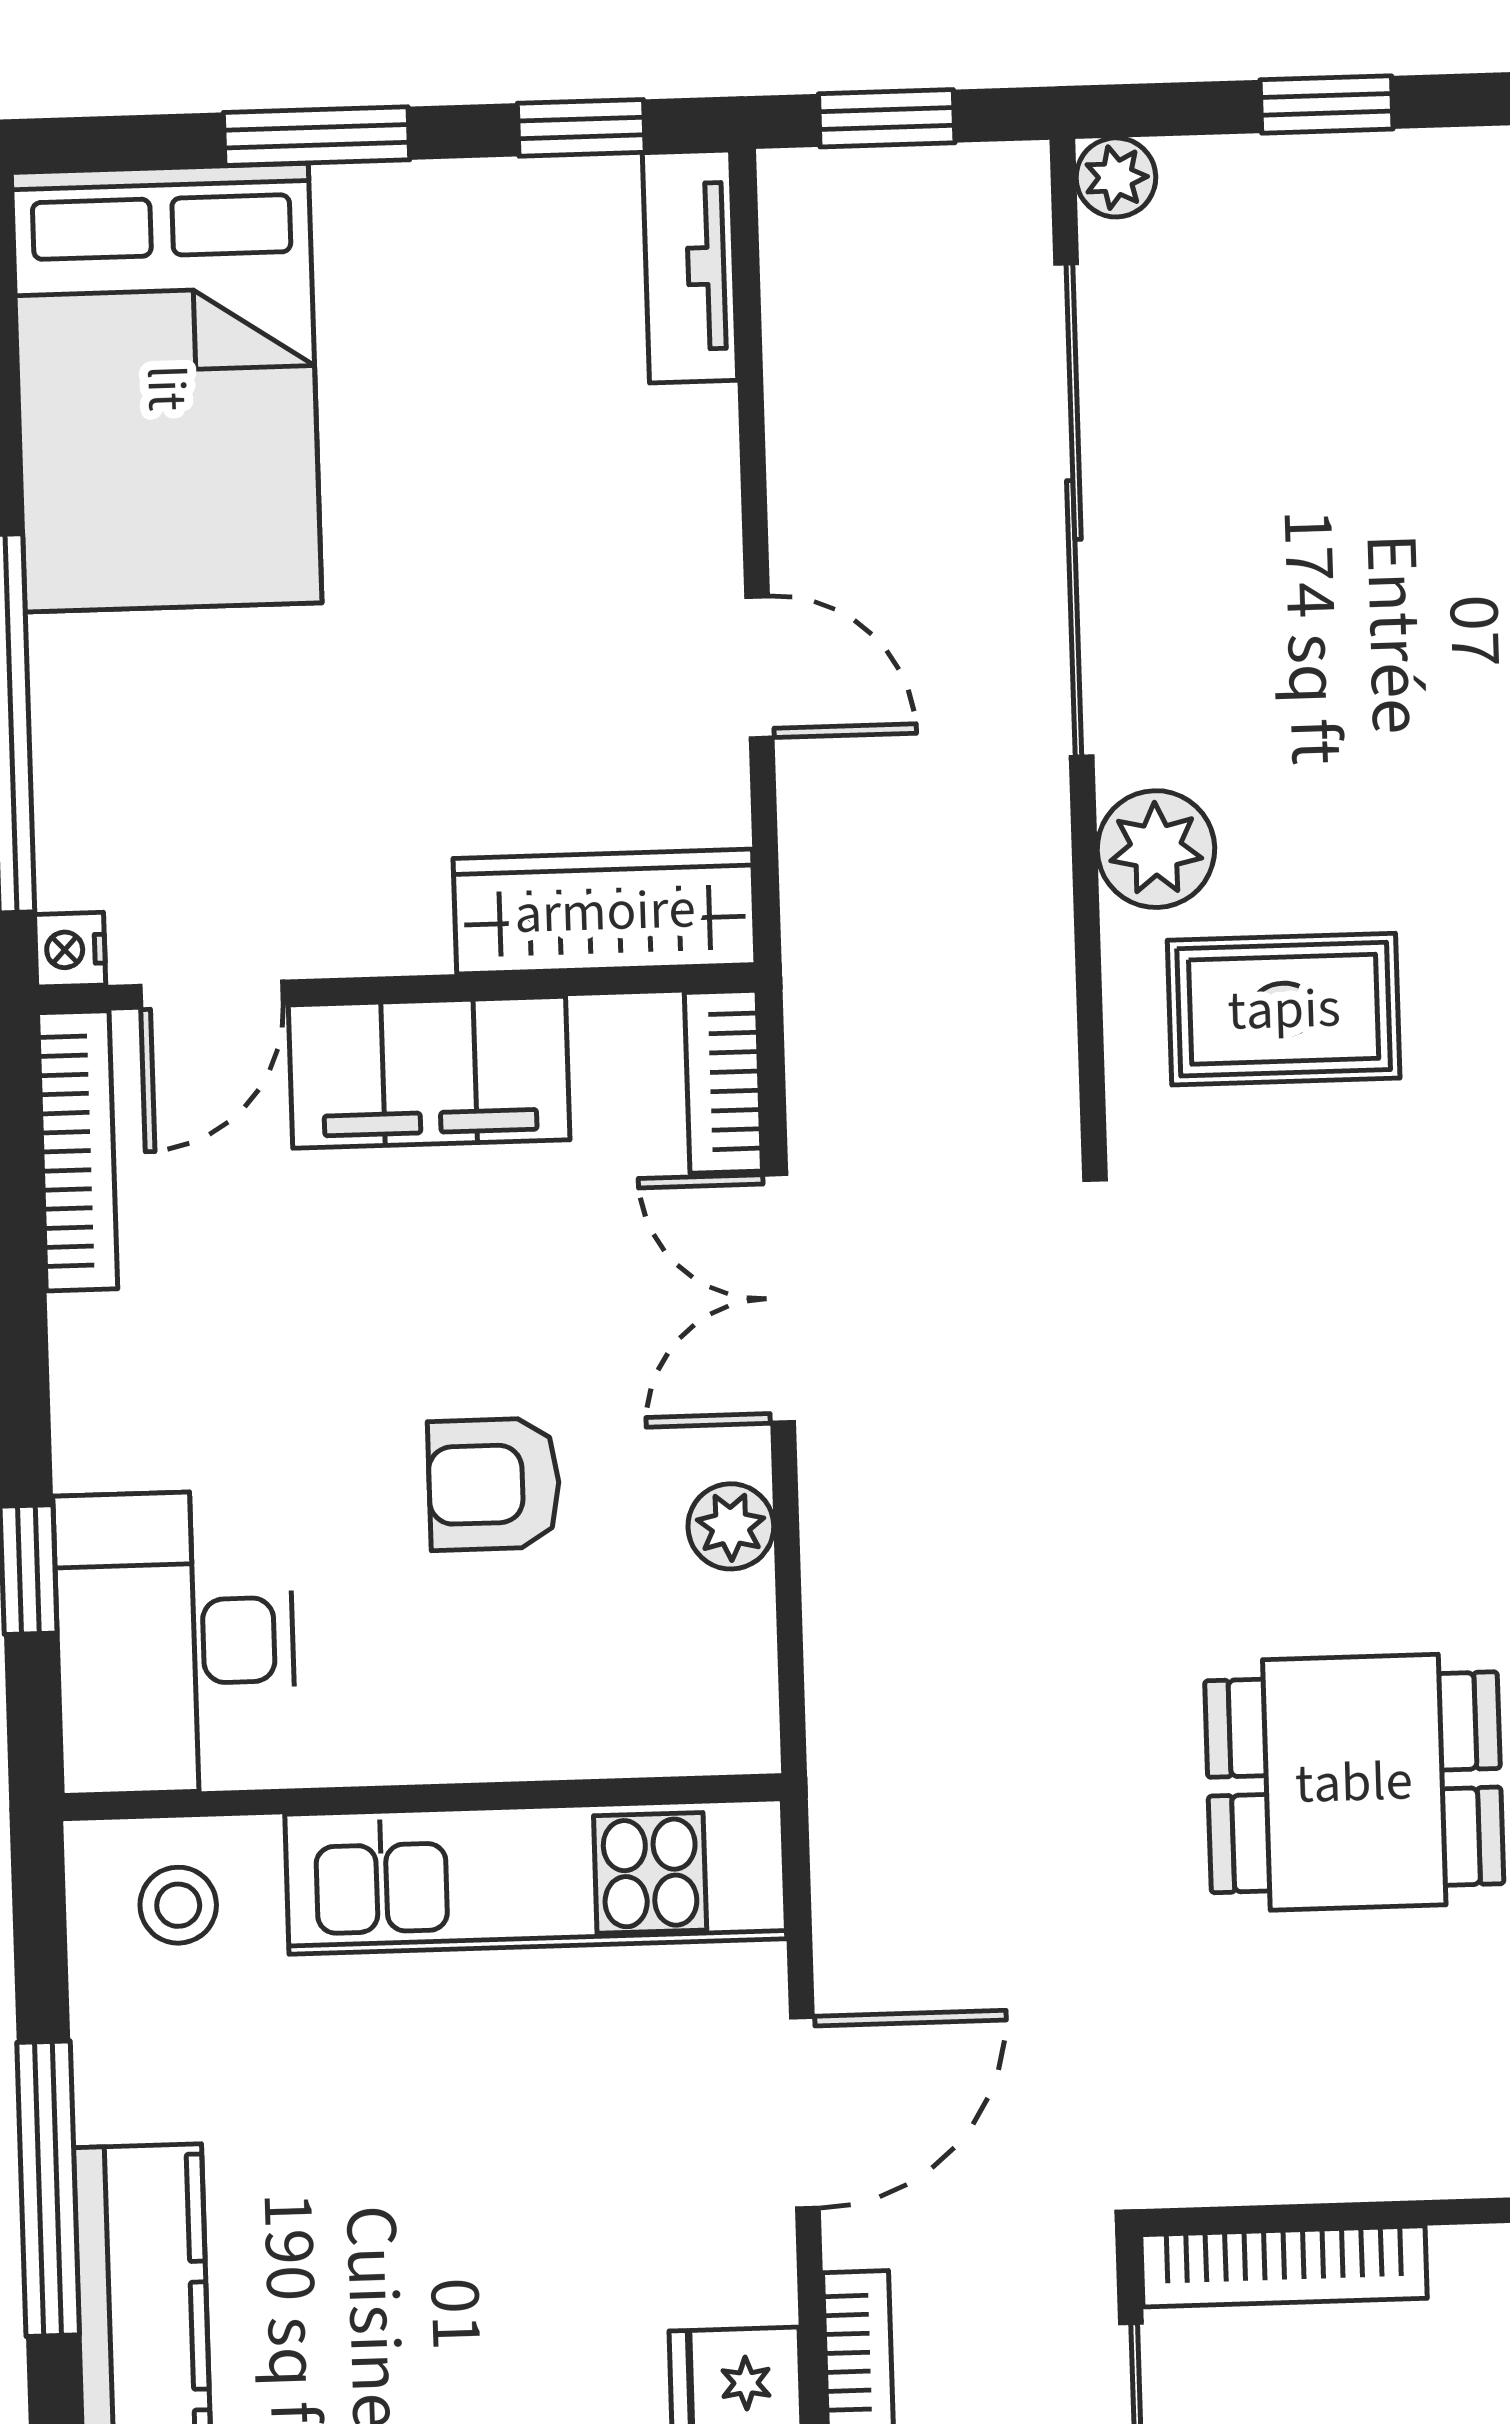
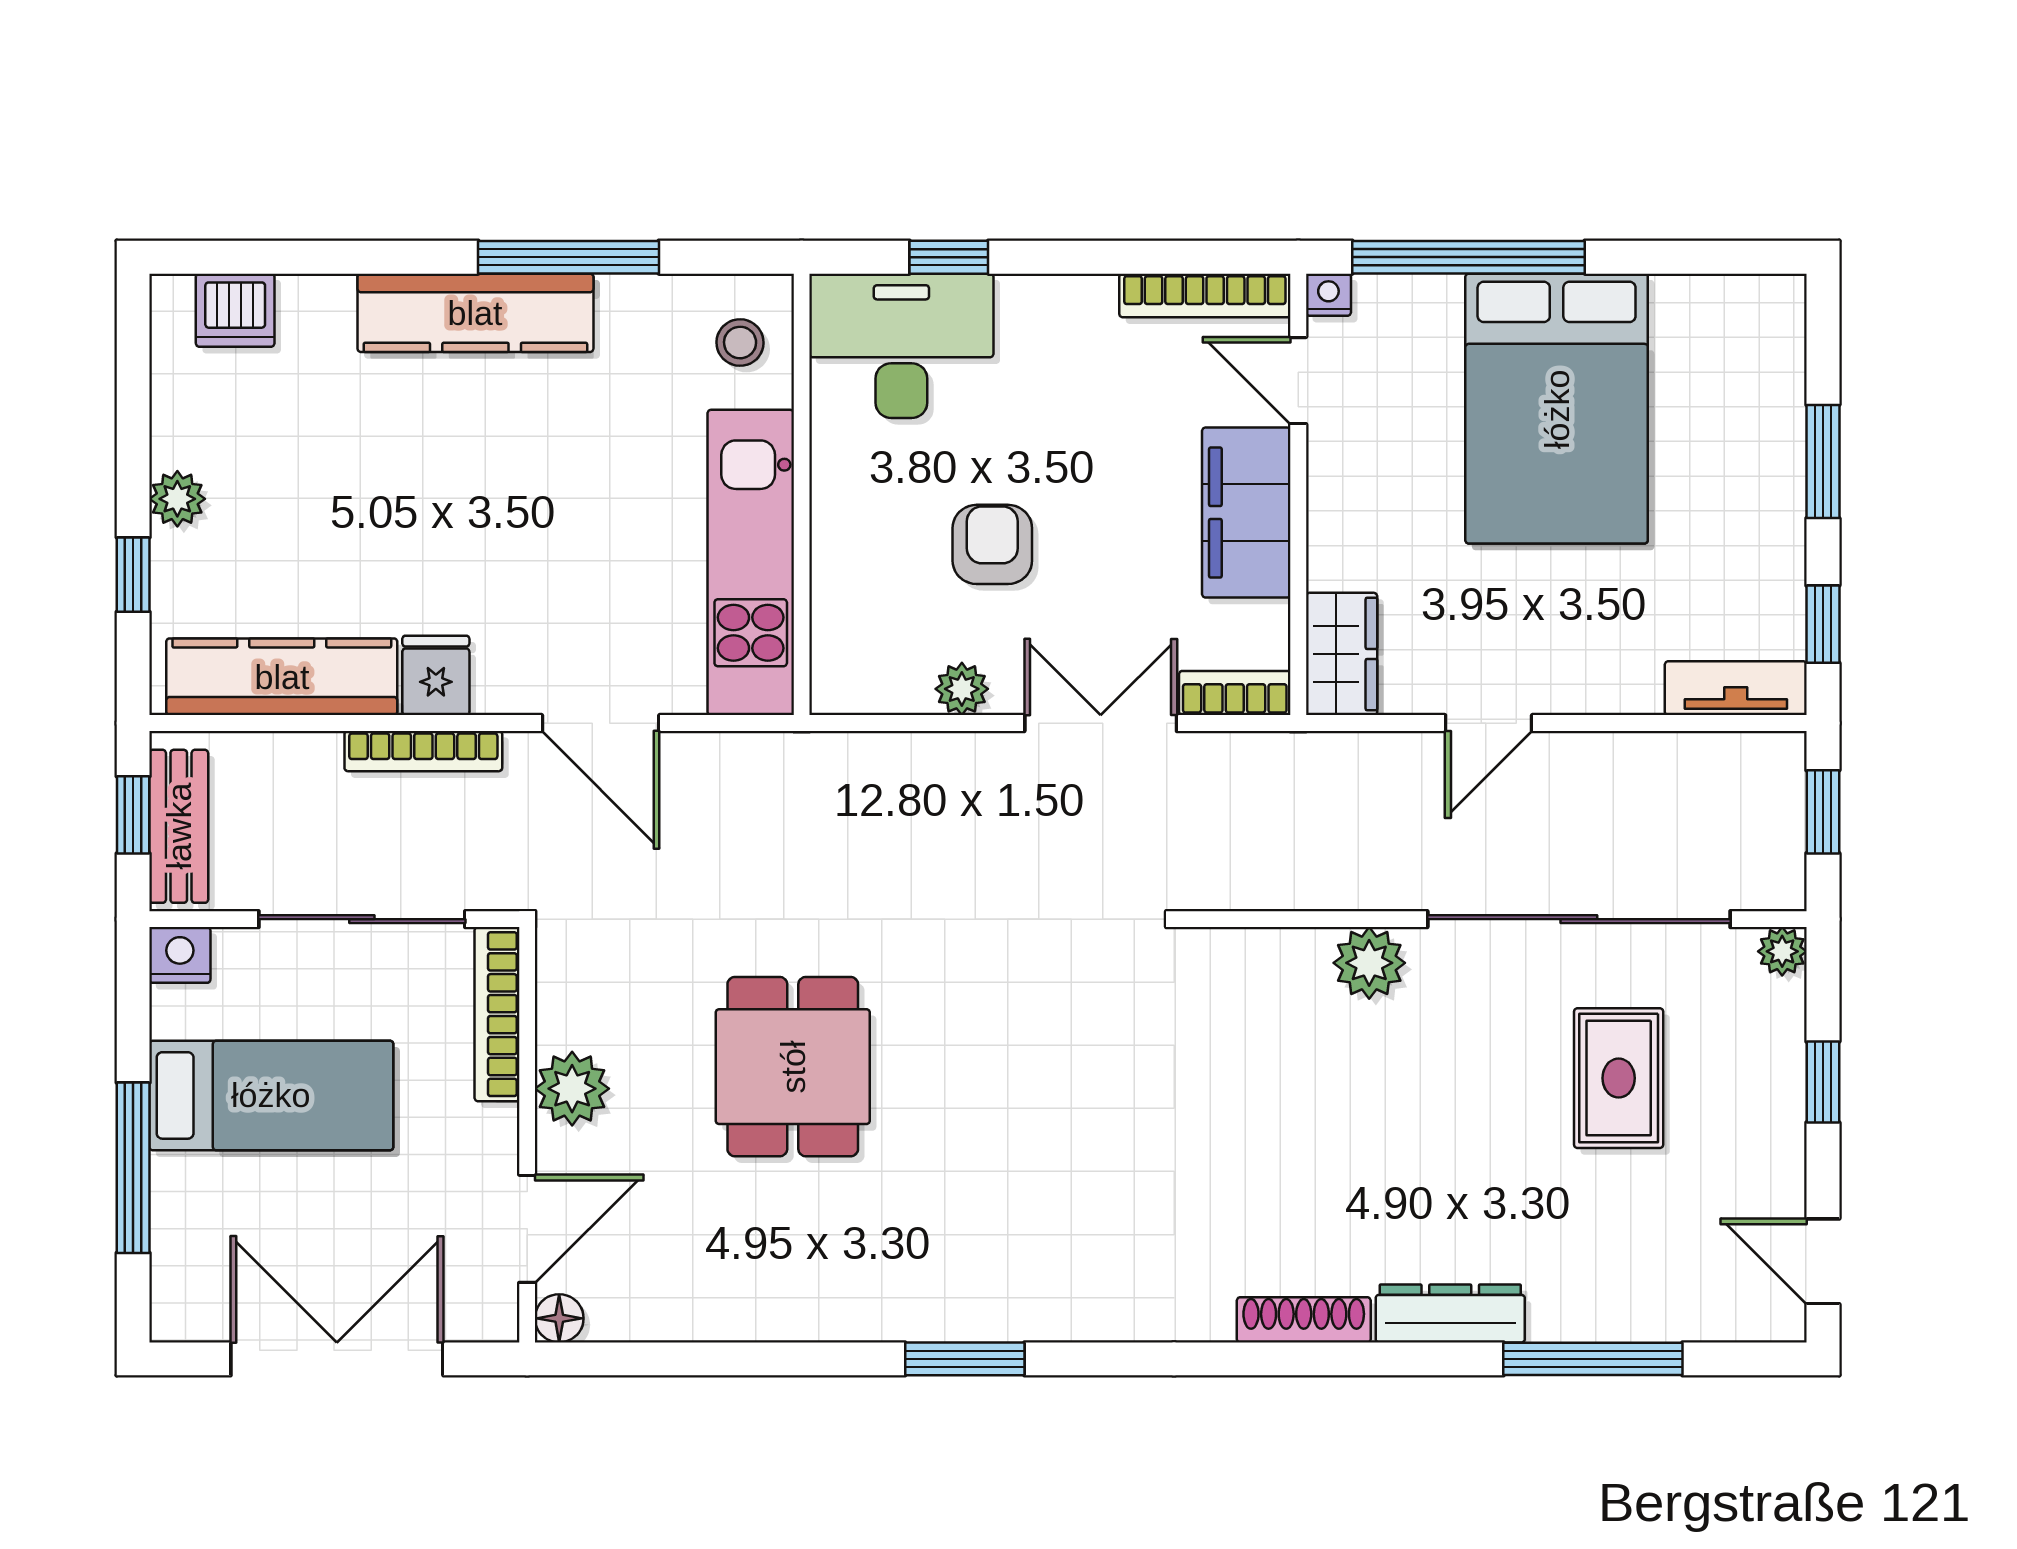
bed: (167, 388) -> (1557, 409), moved, turned -90
wardrobe: (605, 911) -> (1342, 654), width x0.67
rug: (1284, 1009) -> (1619, 1078), moved
plant: (1401, 2140) -> (572, 1089), added

